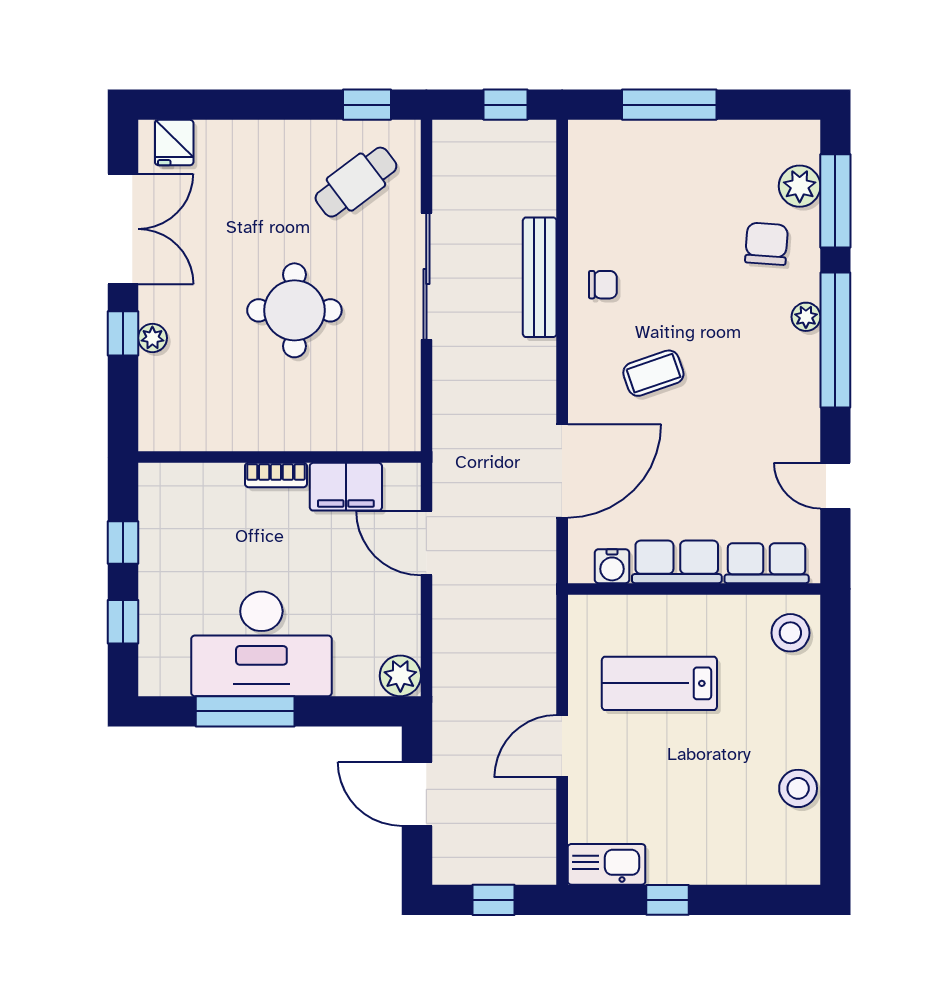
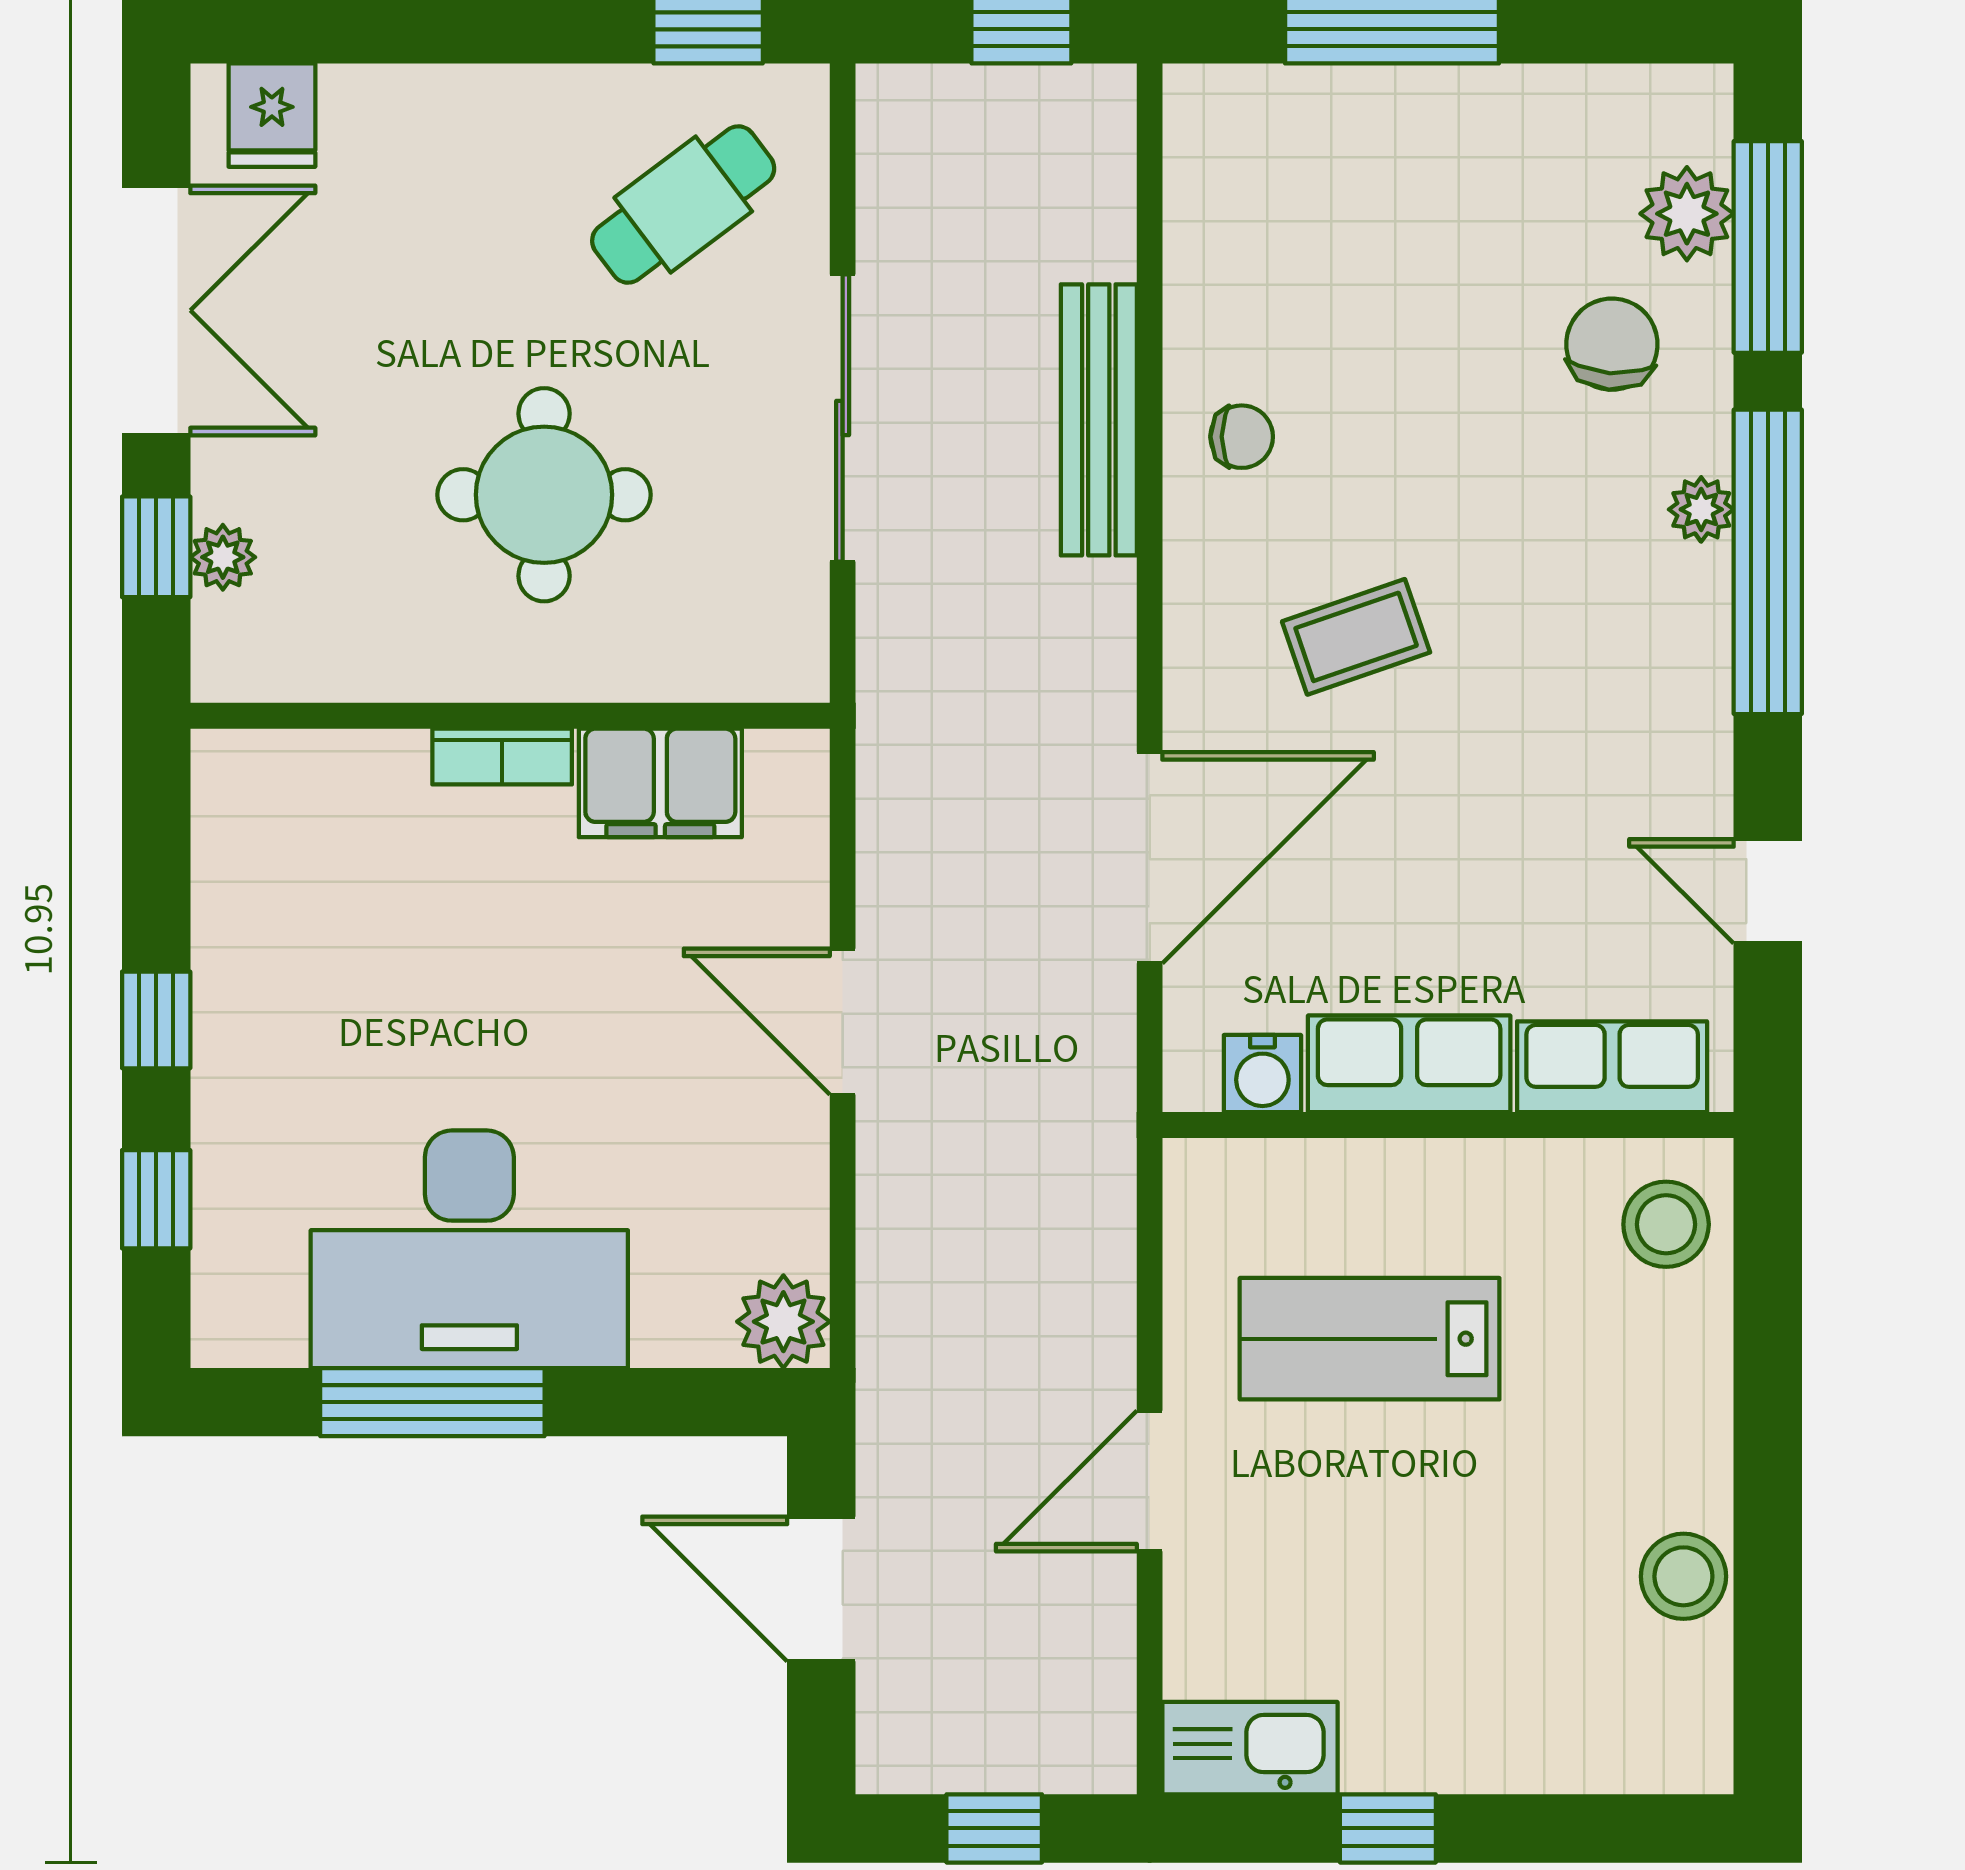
wall: (279, 457) -> (510, 716), moved
bookcase: (276, 475) -> (502, 756), moved
filing cabinet: (346, 487) -> (660, 783), moved

